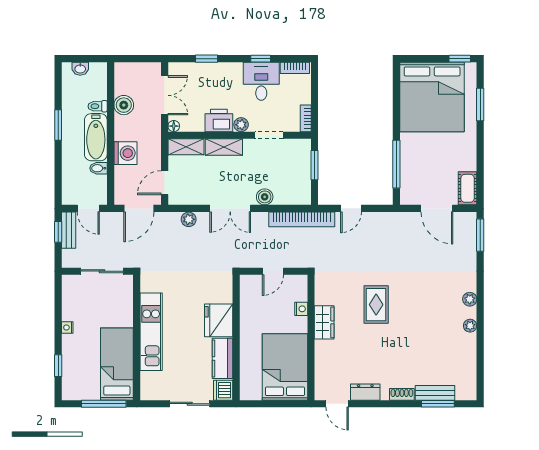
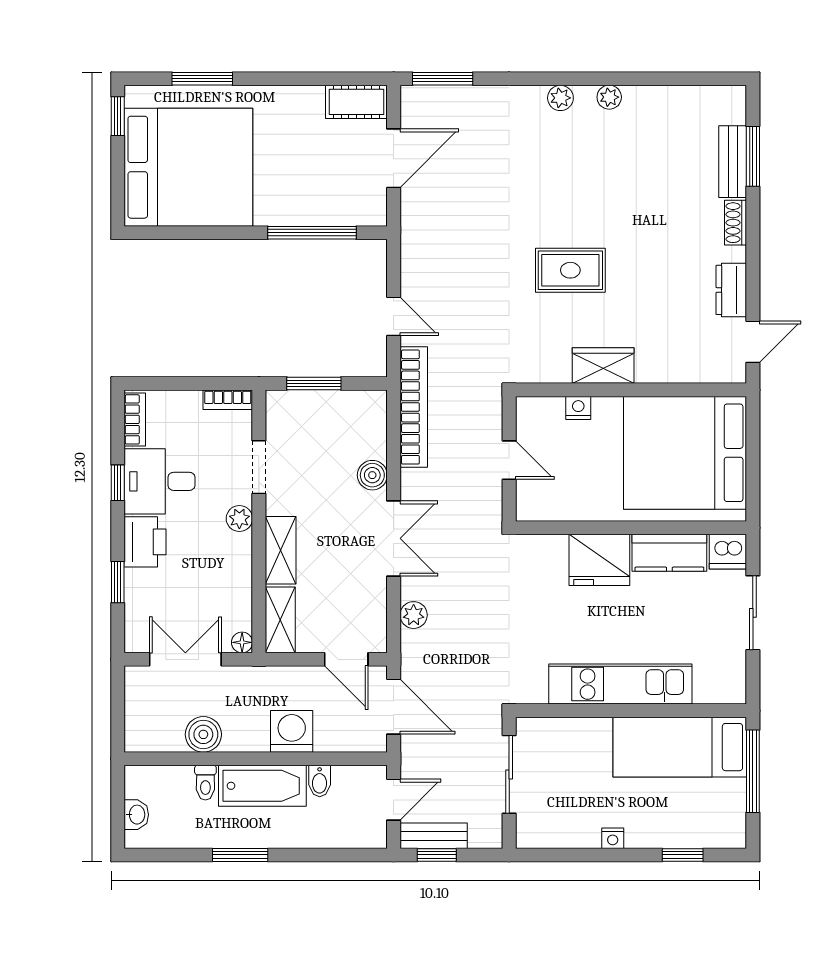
printer: (219, 120) -> (145, 542), moved, turned 180
bed: (285, 367) -> (685, 453), width x1.36

